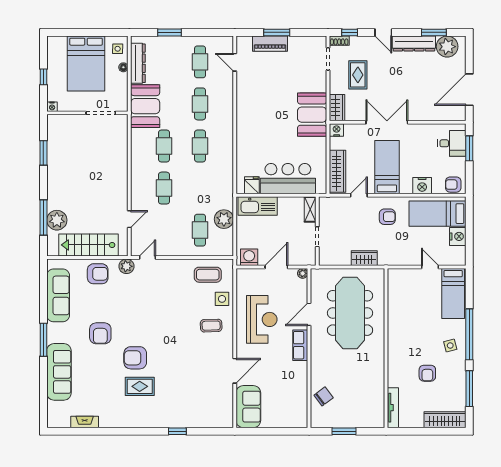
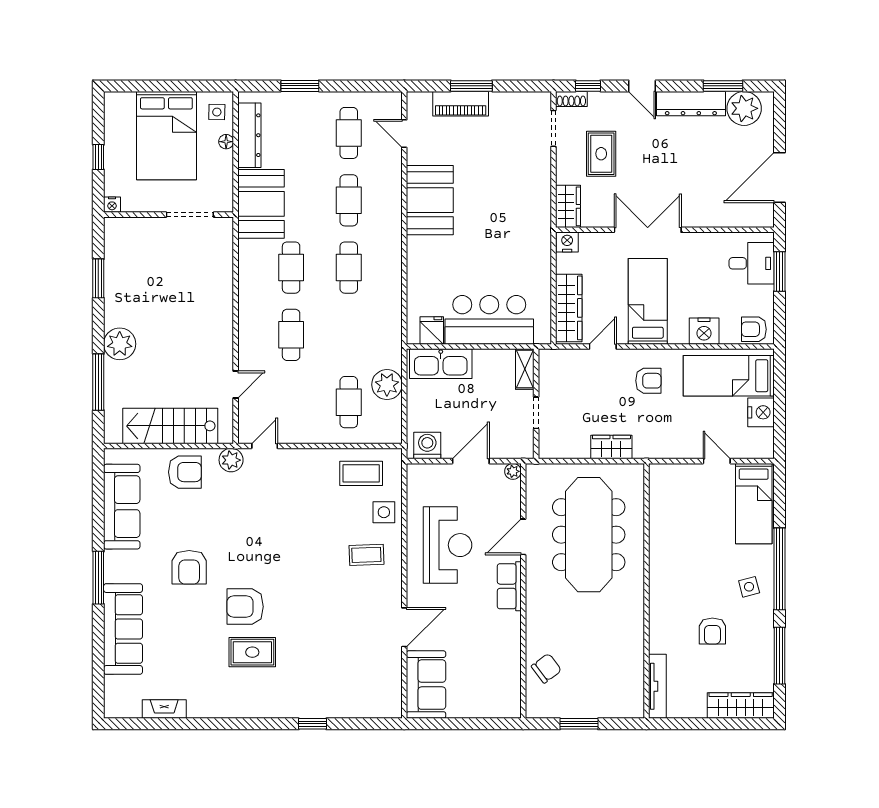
booth: (312, 115) -> (430, 200), moved
plant: (57, 220) -> (120, 344), moved

